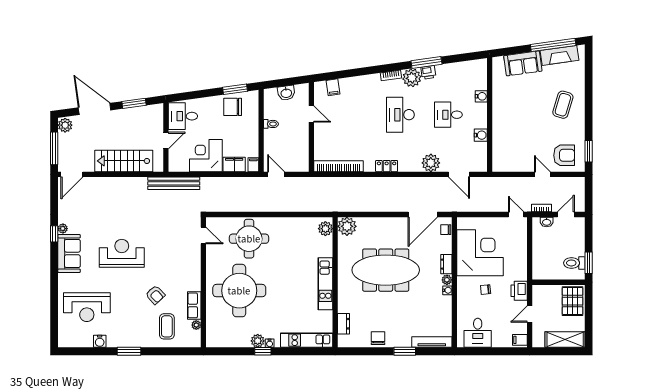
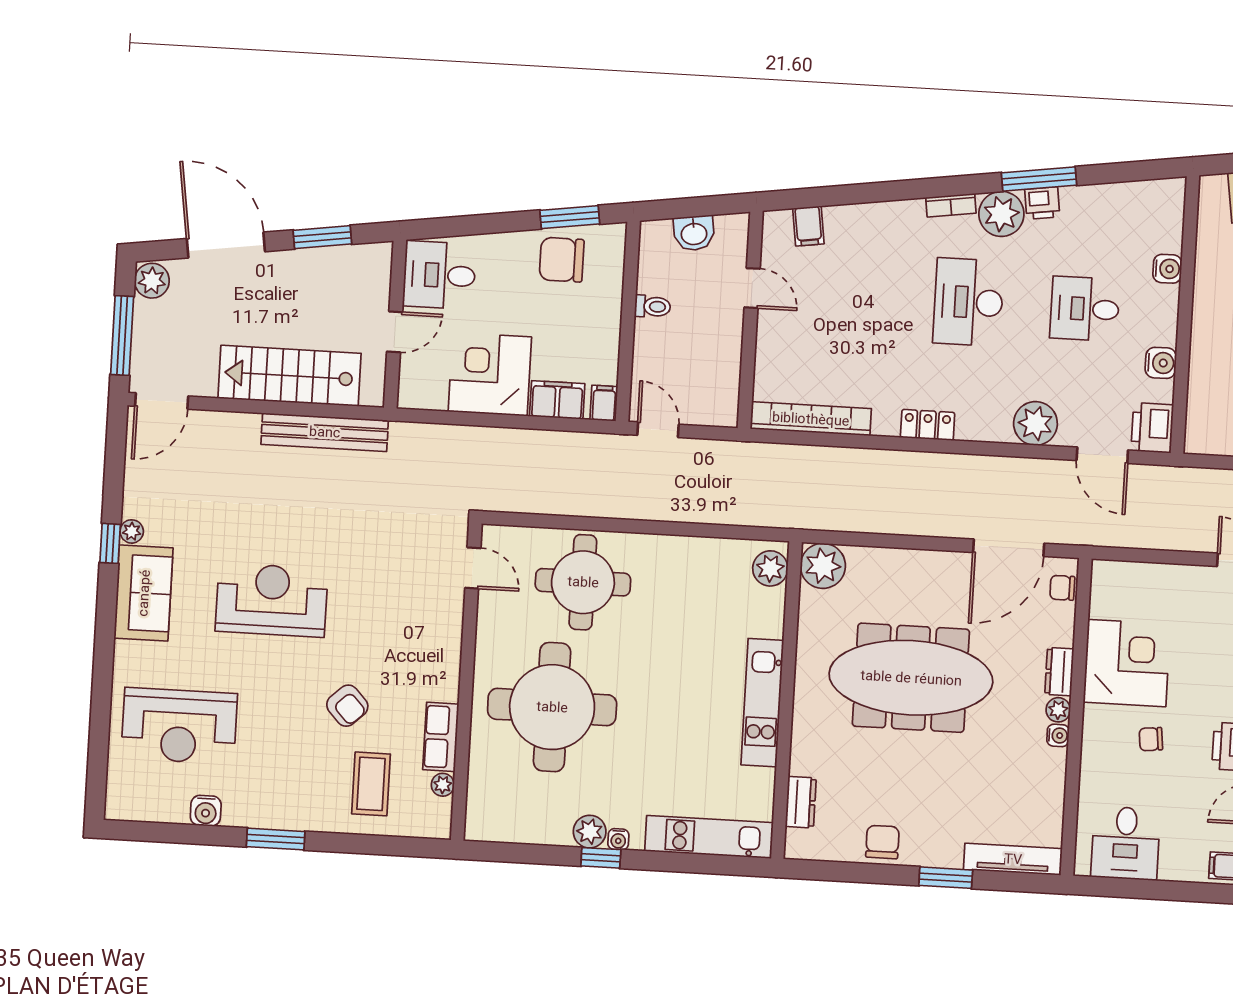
printer: (479, 162) -> (1152, 428), added
bench: (174, 183) -> (325, 432), moved
corner desk: (480, 253) -> (1127, 663), width x0.74, depth x0.74

